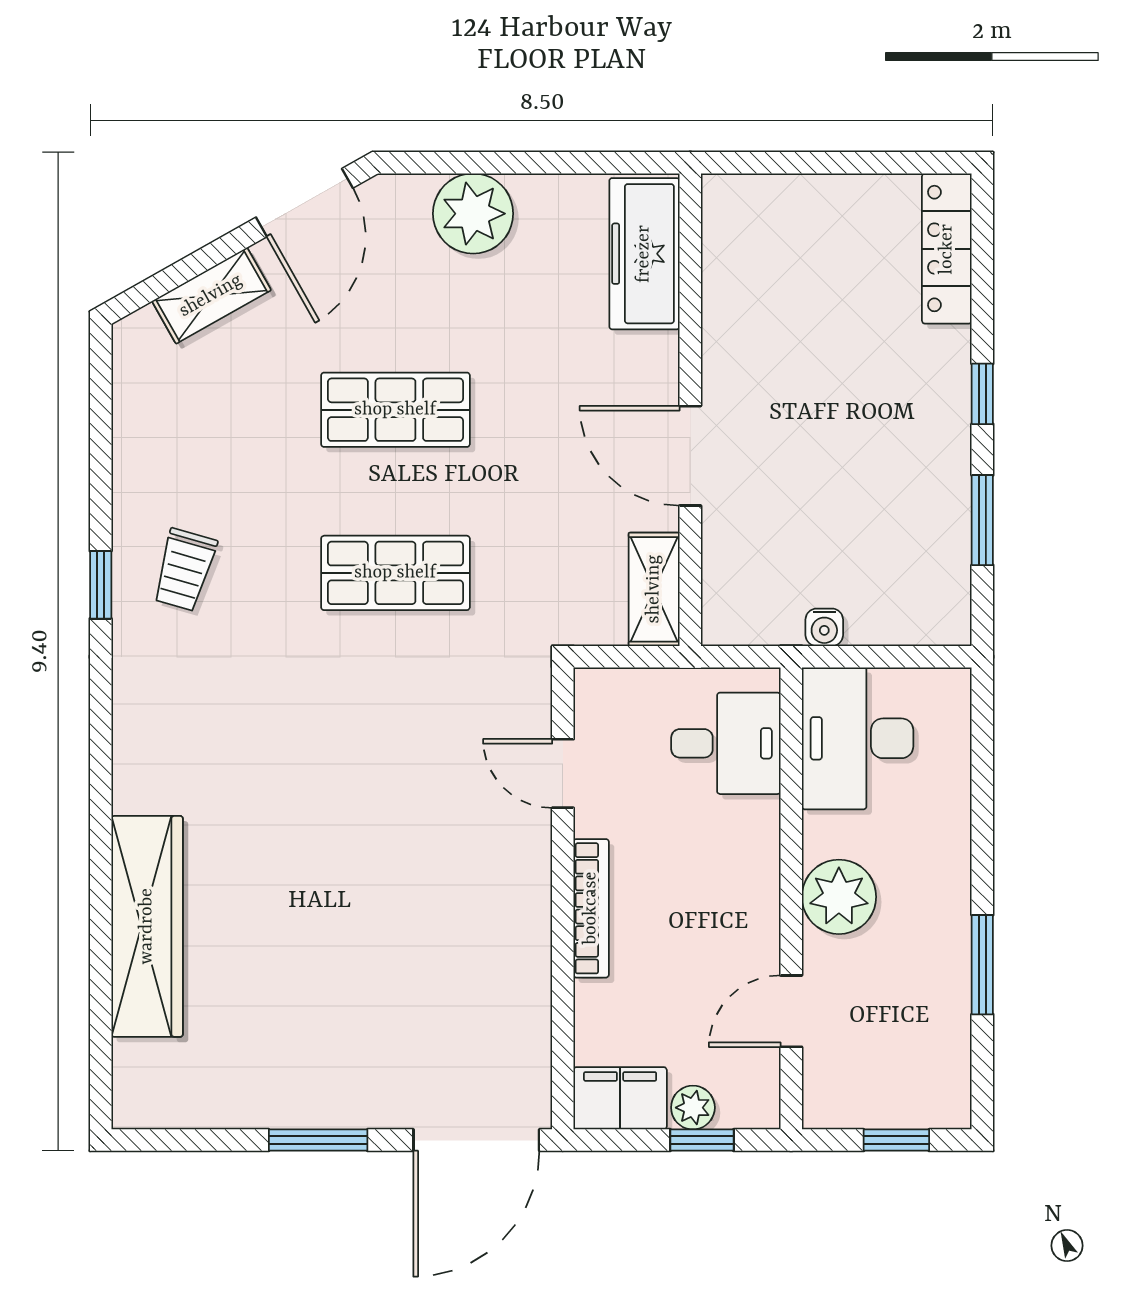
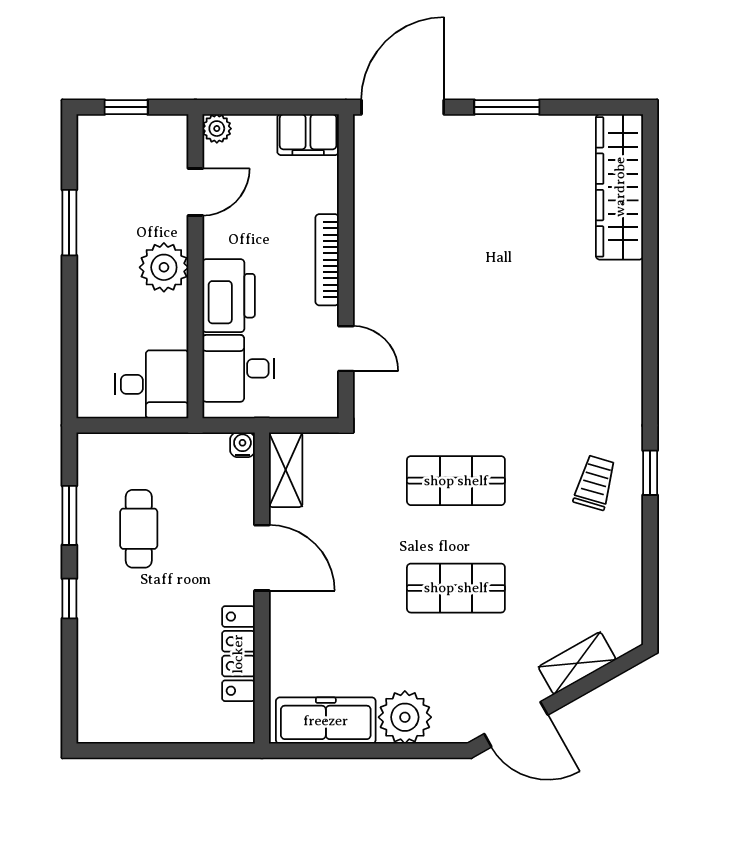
door: (304, 203) -> (516, 724), swing flipped
locker: (947, 249) -> (238, 654), moved, turned 180
freezer: (644, 254) -> (326, 721), moved, turned -90
cafe table: (877, 500) -> (139, 529), added
water cooler: (824, 627) -> (242, 445), moved
desk: (858, 738) -> (152, 384), width x0.73
printer: (741, 854) -> (229, 296), added
wardrobe: (147, 926) -> (620, 187), moved
plant: (693, 1108) -> (217, 129), moved
window: (702, 1140) -> (254, 107), removed

